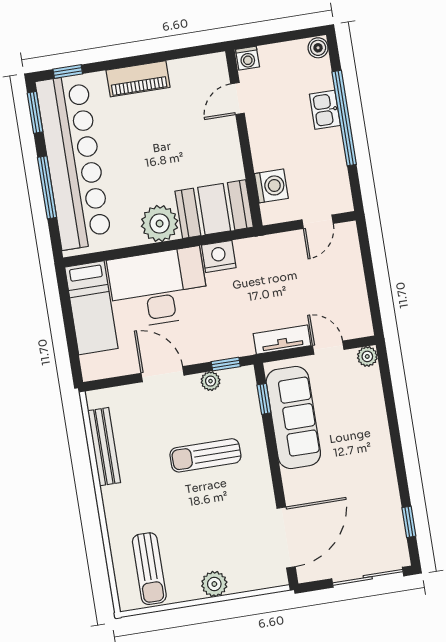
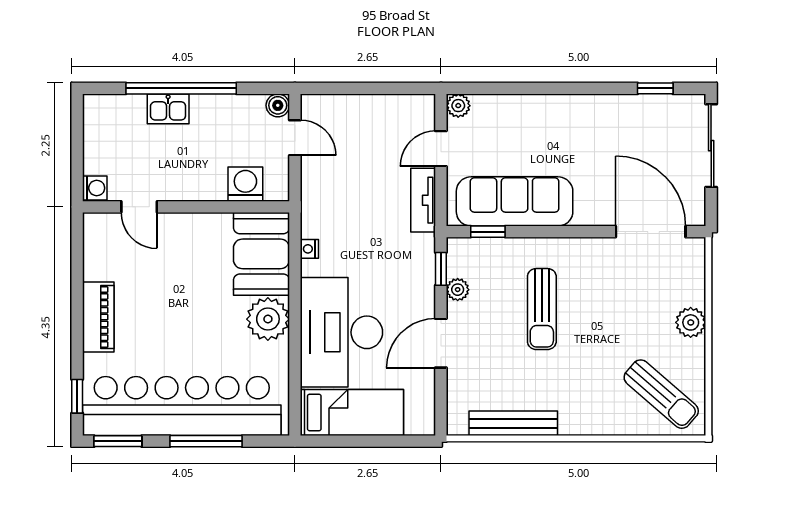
boiler: (318, 48) -> (278, 105), moved
nightstand: (219, 256) -> (309, 249), width x0.53, depth x0.56
sun lounger: (149, 569) -> (661, 394), turned 41

